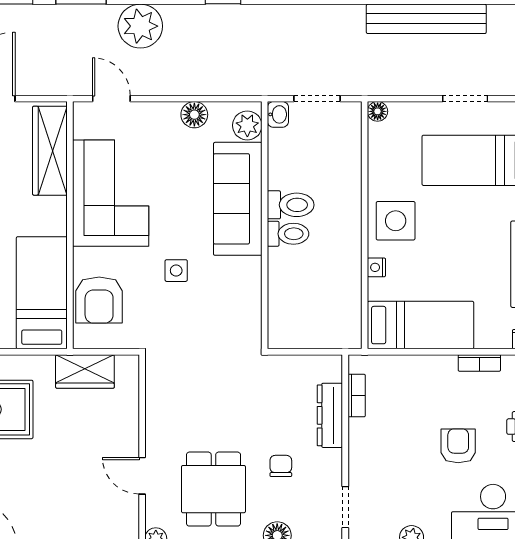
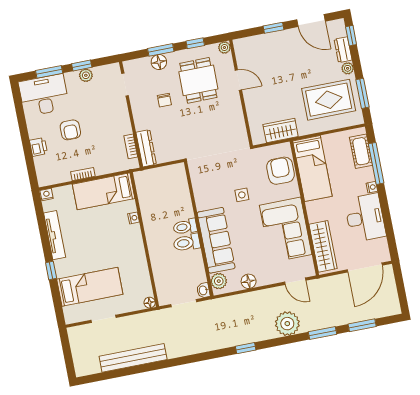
side table: (396, 221) -> (128, 245), removed
bookcase: (479, 363) -> (83, 174), moved
dresser: (330, 415) -> (146, 148), moved

